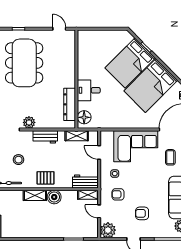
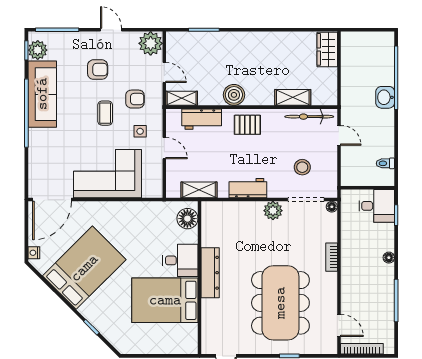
bed: (130, 63) -> (165, 300), moved, turned -135
dresser: (70, 104) -> (210, 273), moved
door: (99, 152) -> (164, 148), moved
coffee table: (170, 157) -> (105, 113), moved
stool: (18, 160) -> (302, 167), moved
workbench: (85, 181) -> (202, 119), moved
shelving: (35, 195) -> (293, 97), moved

